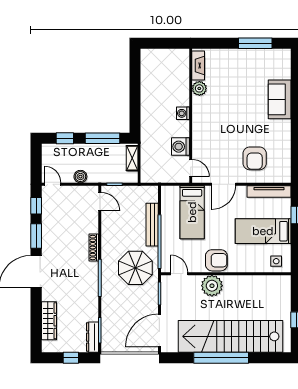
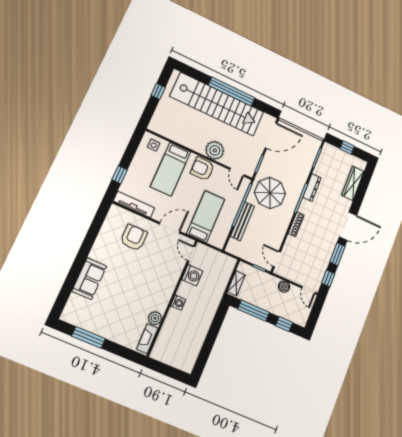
bed: (263, 231) -> (171, 169), moved, turned 90
dresser: (92, 337) -> (312, 188), moved

